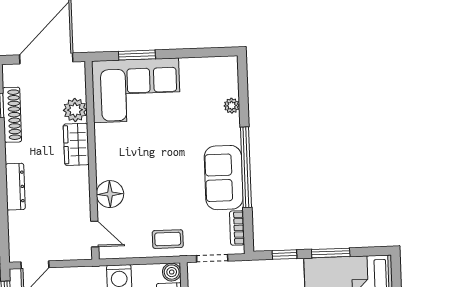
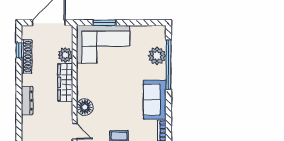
plant: (232, 106) -> (157, 56), width x1.87, depth x1.87
wardrobe: (76, 144) -> (65, 82), width x1.50
window: (246, 167) -> (169, 65), moved

